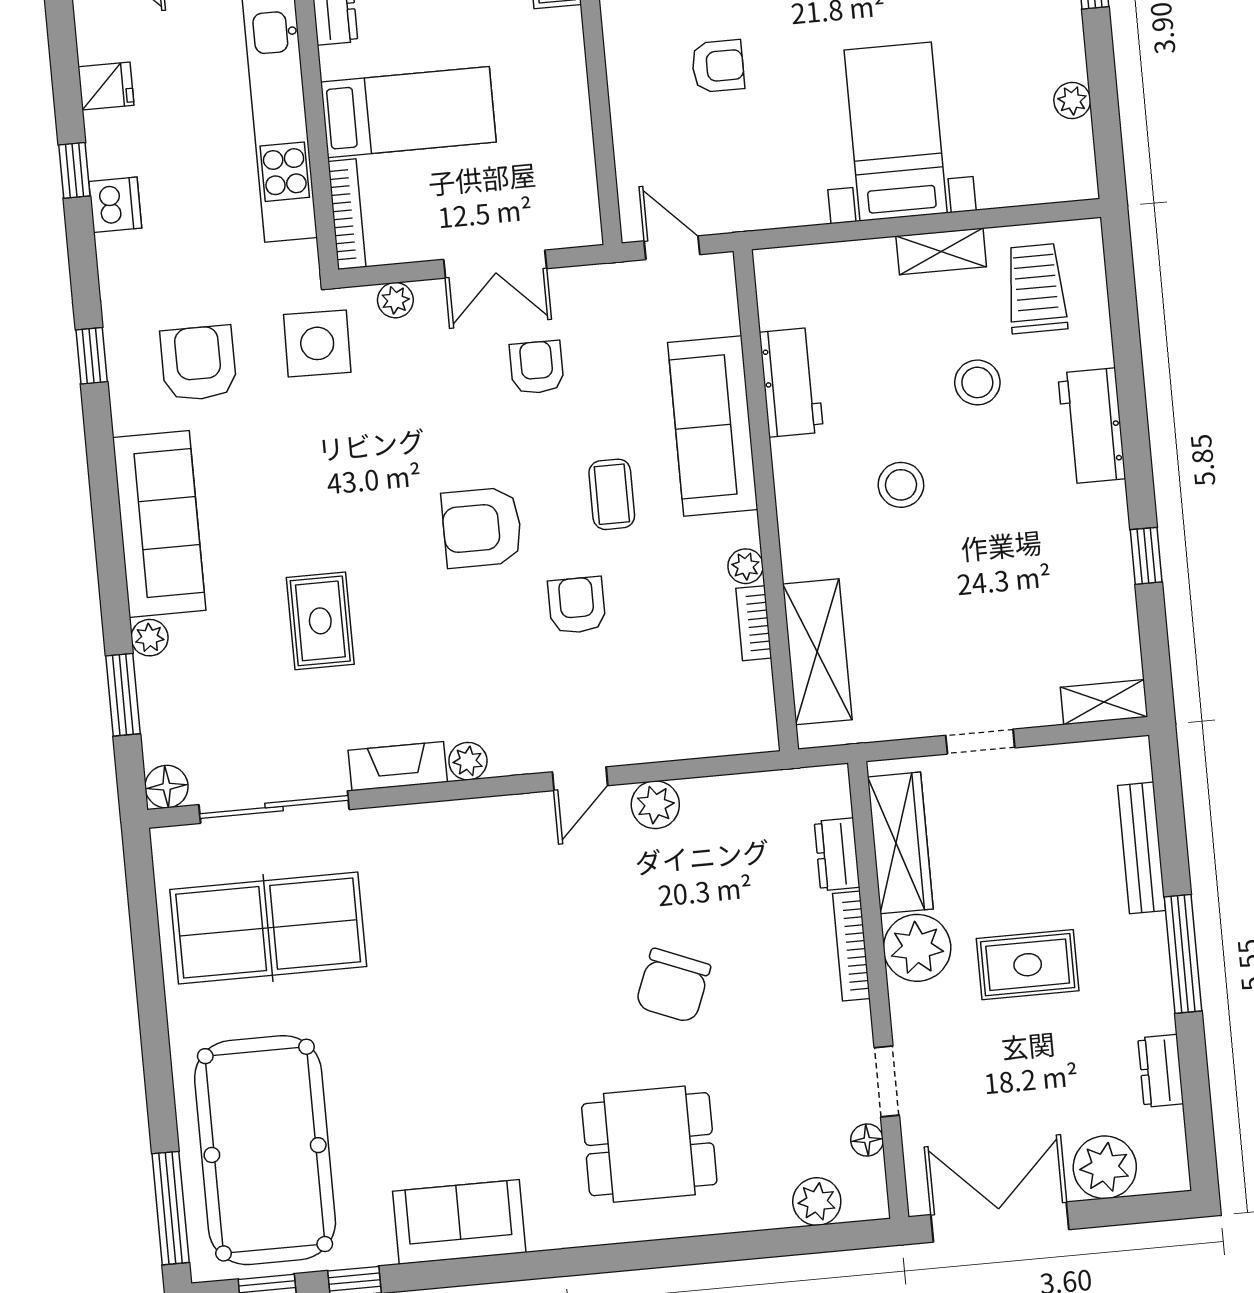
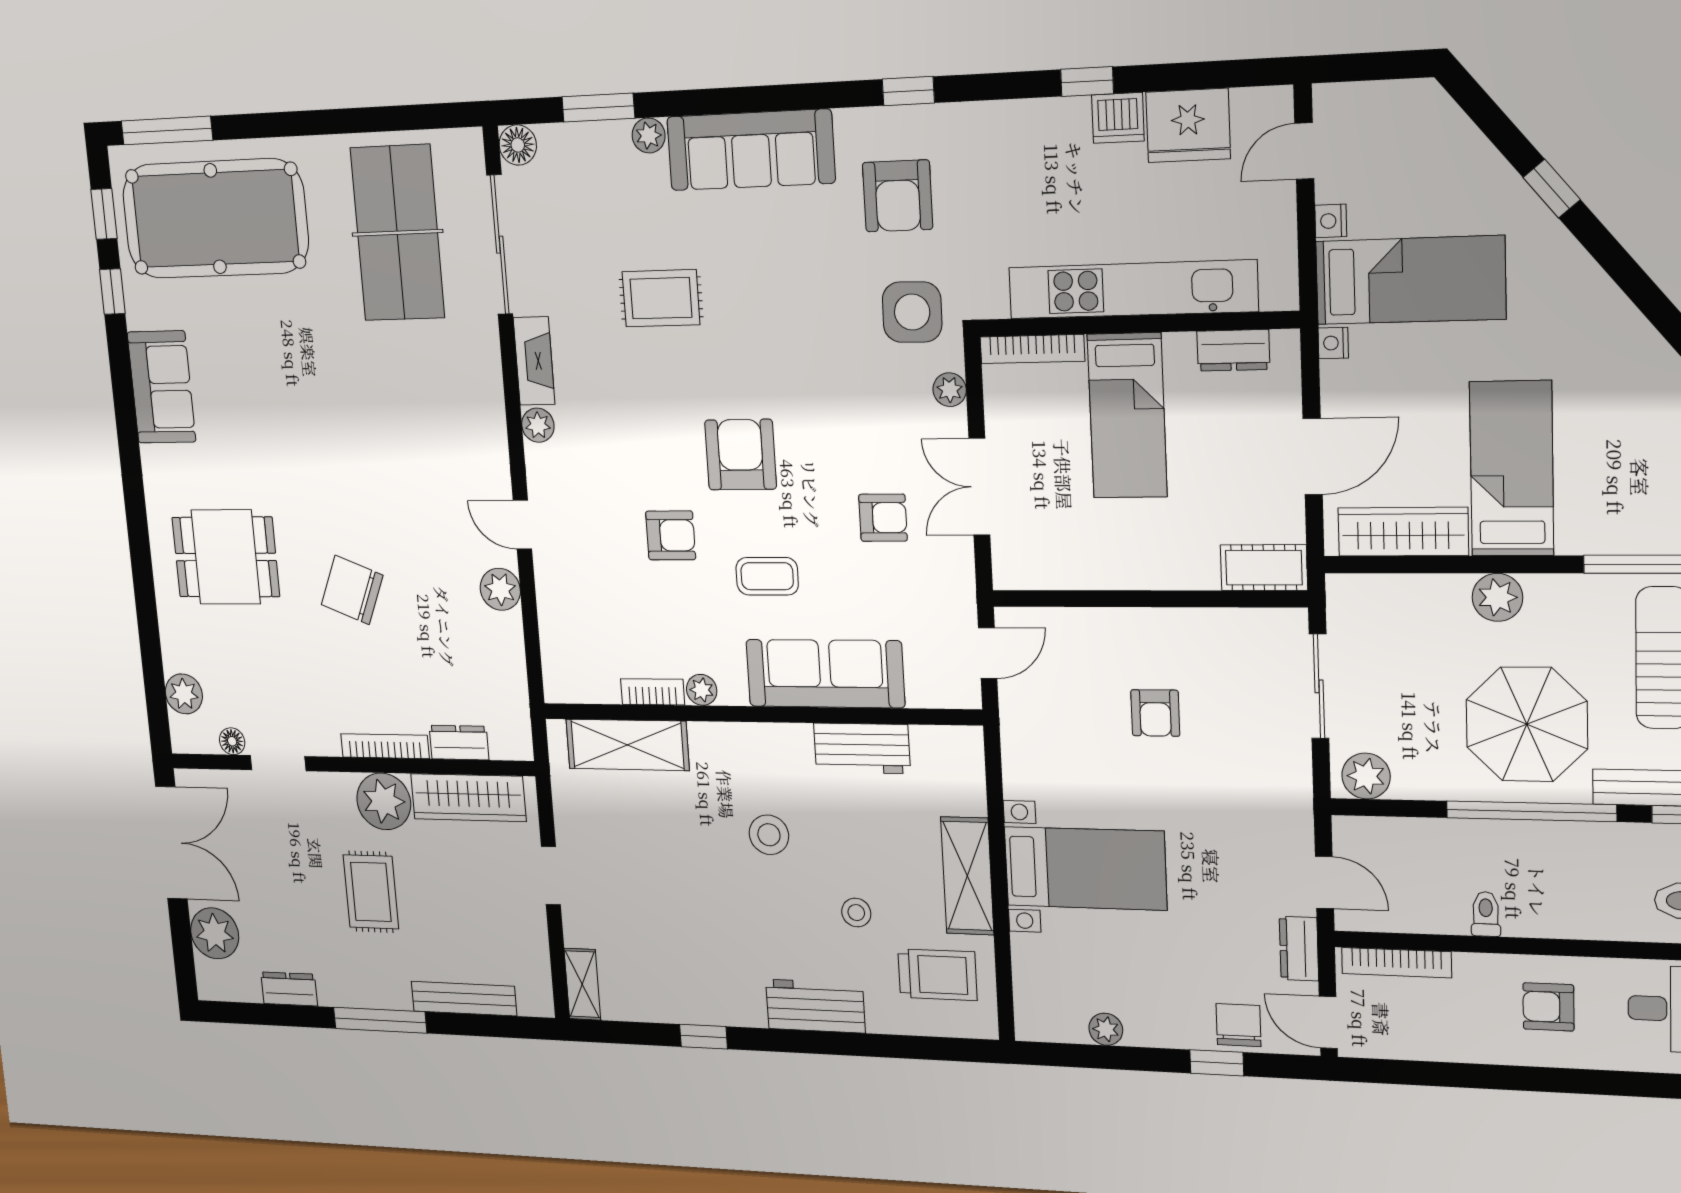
fridge: (106, 86) -> (1188, 125), width x1.88, depth x1.34
dishwasher: (115, 205) -> (1118, 118), moved
shelving: (941, 251) -> (967, 876), width x1.50, depth x1.33
armchair: (198, 363) -> (898, 196), turned 90
stool: (977, 382) -> (856, 913), width x0.73, depth x0.73
dining table: (649, 1144) -> (226, 557), turned 90

